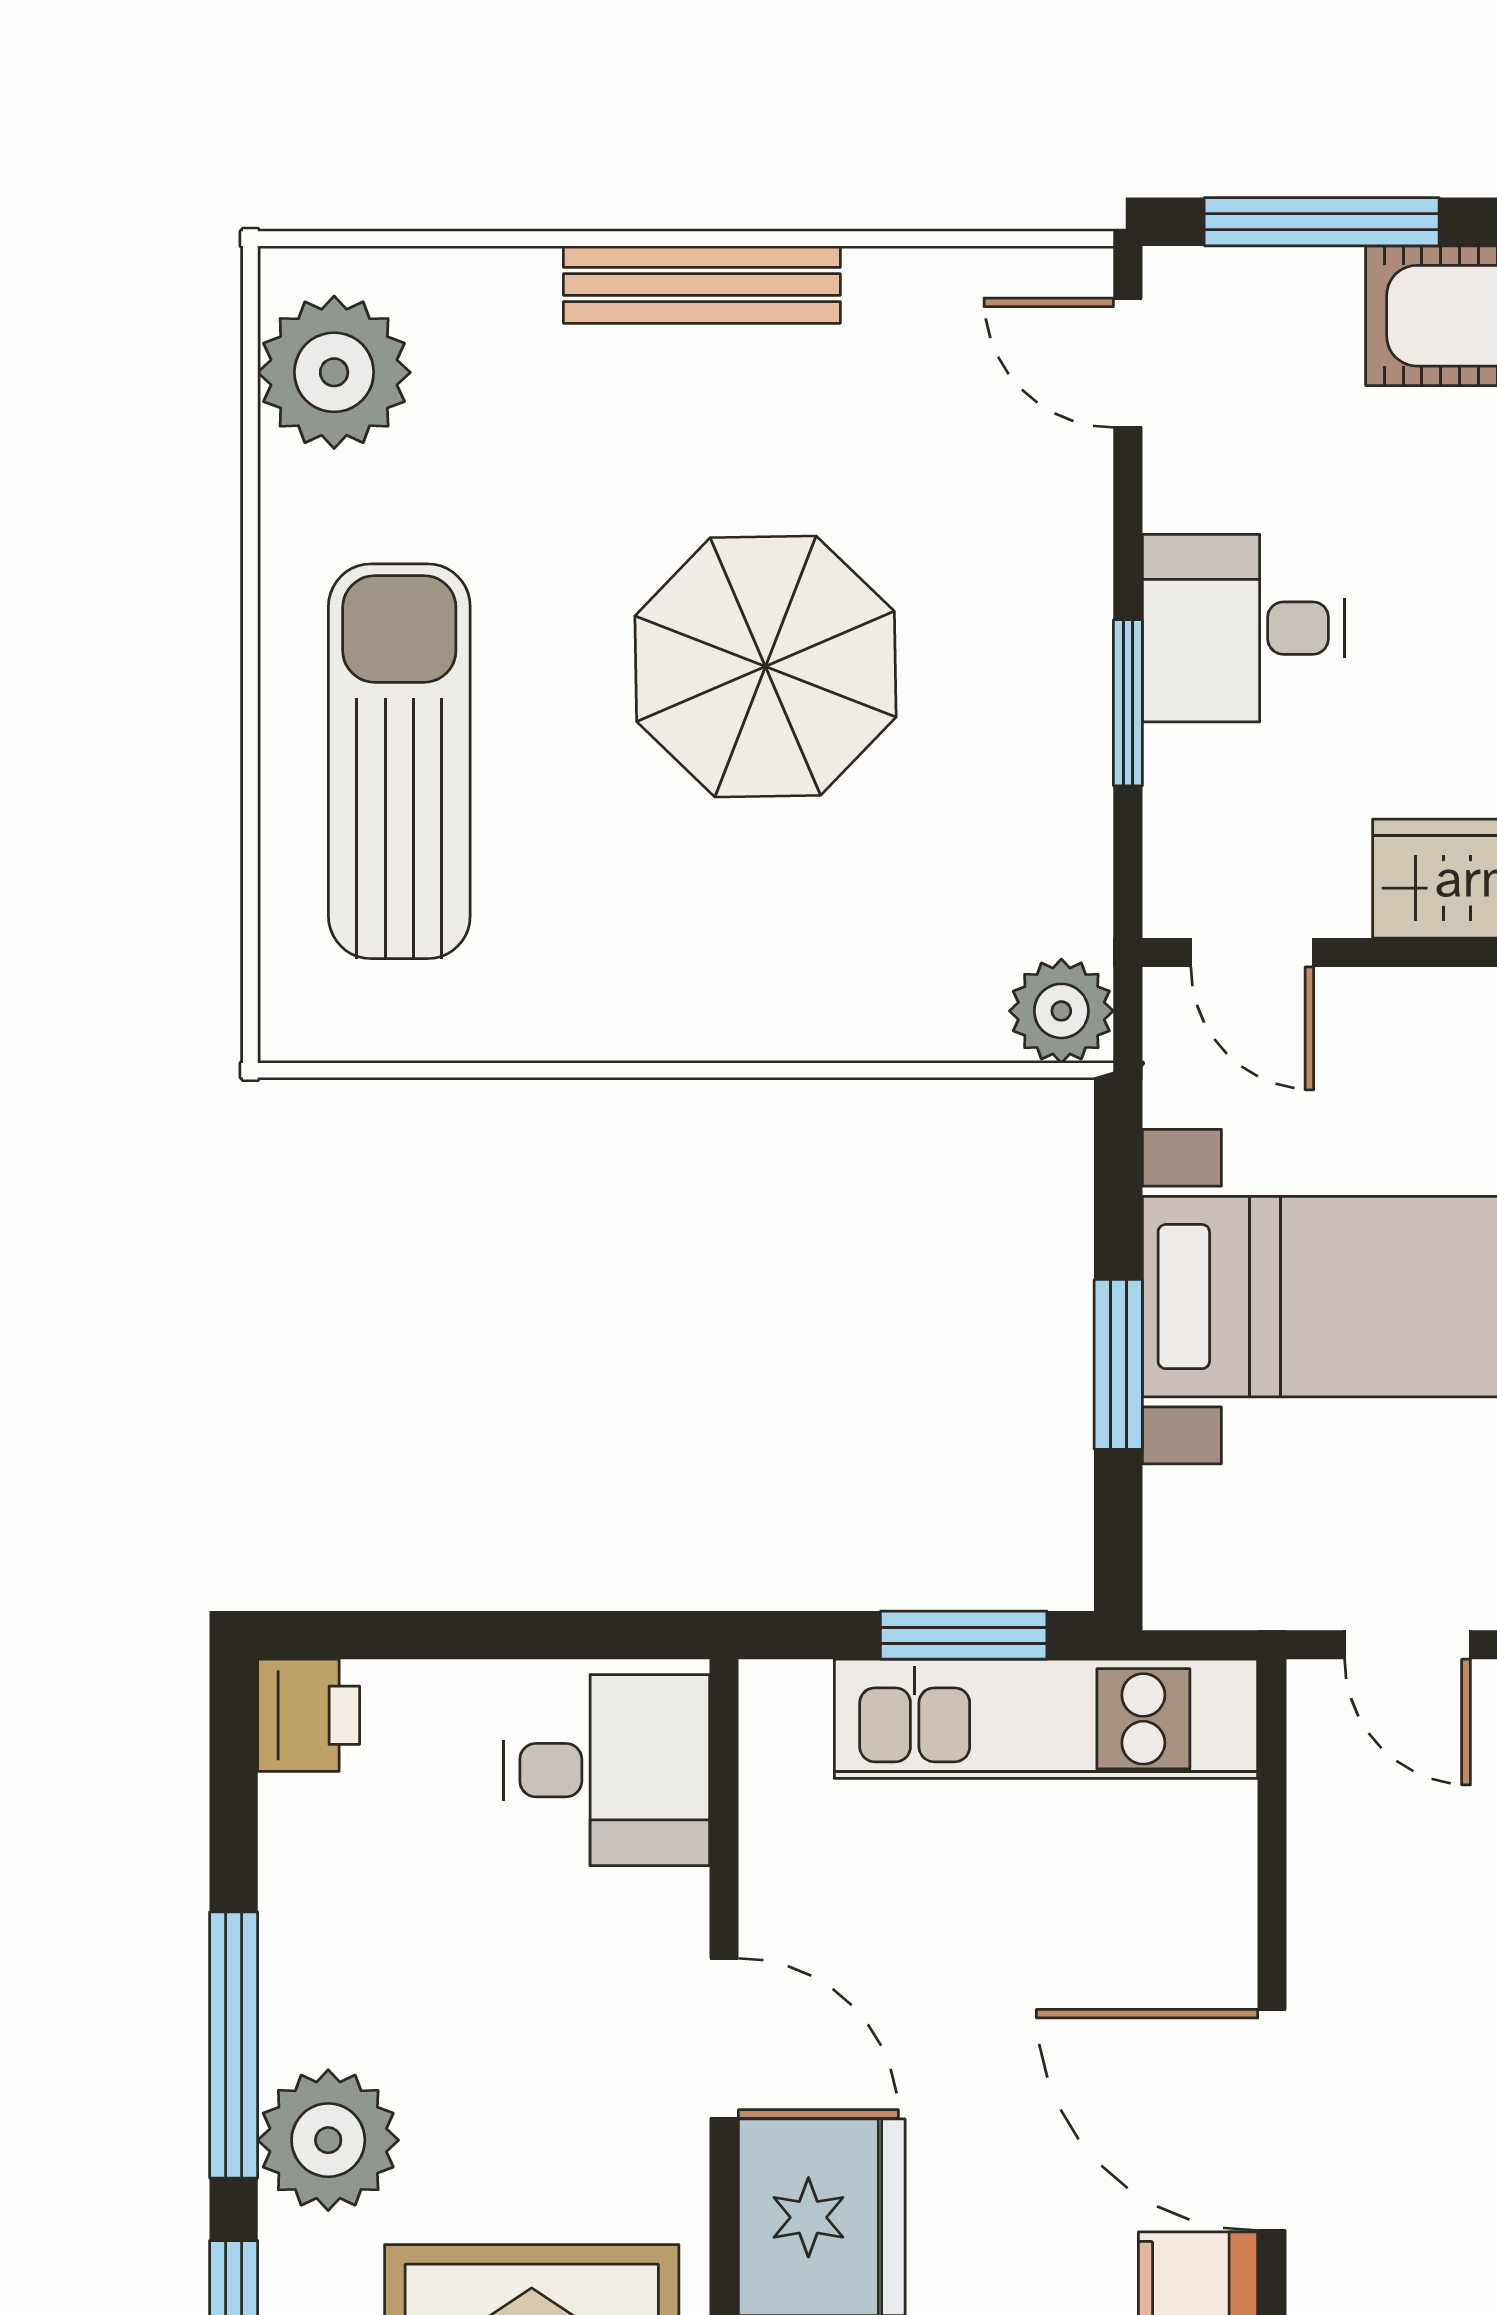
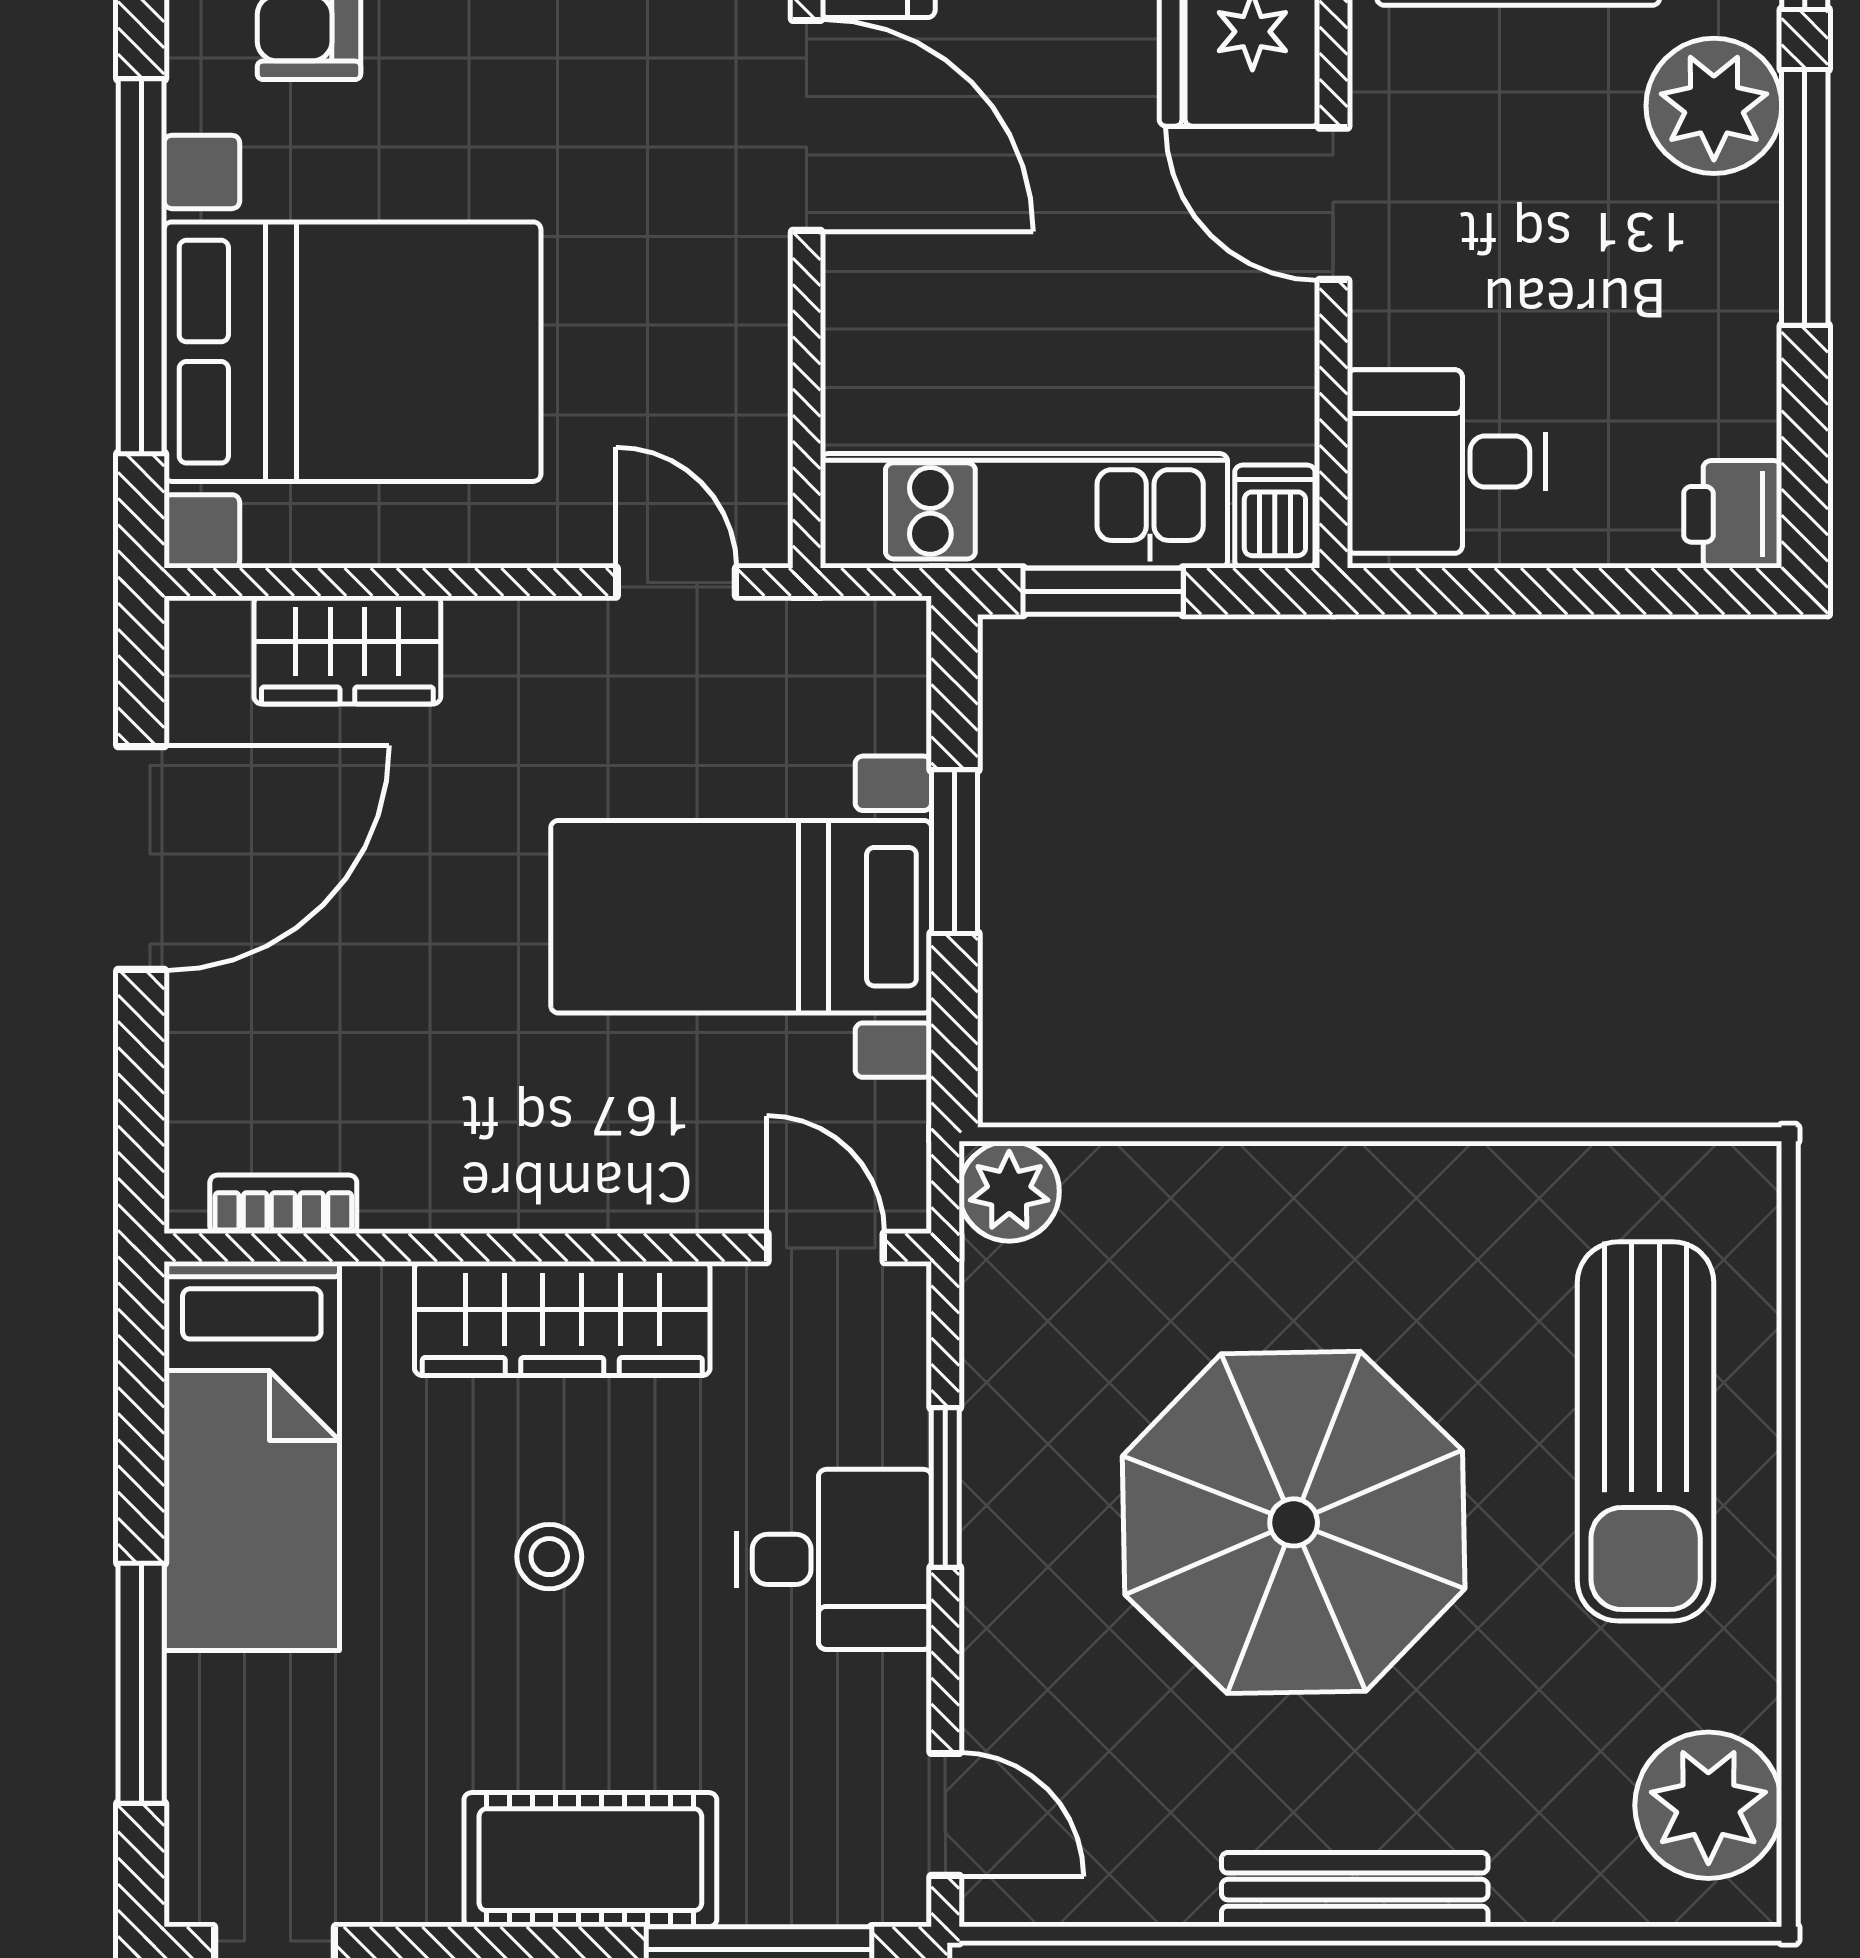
parasol: (765, 666) -> (1294, 1522), width x1.36, depth x1.36
dishwasher: (785, 1713) -> (1275, 517), added

